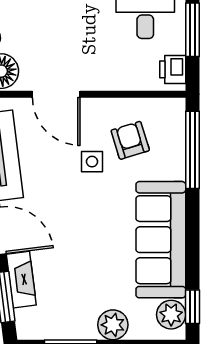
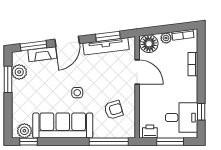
door: (56, 94) -> (137, 72), swing flipped
side table: (92, 162) -> (77, 93), moved
plant: (113, 325) -> (19, 72), moved

